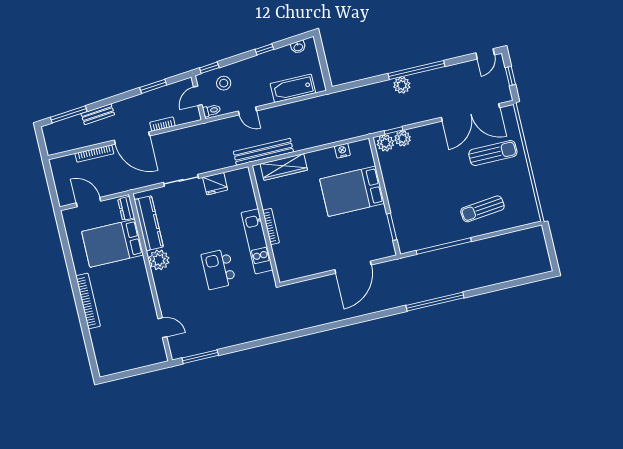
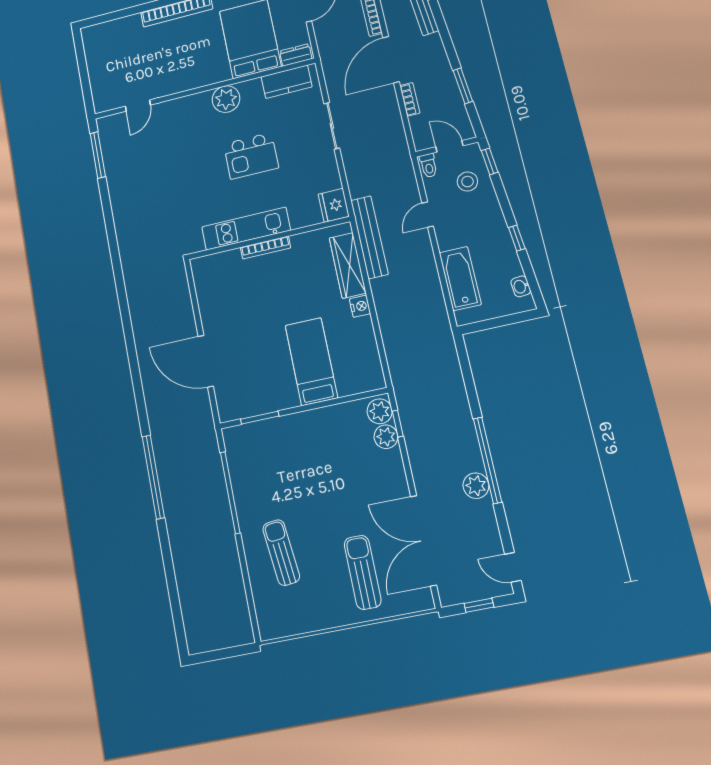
plant: (402, 85) -> (476, 486), moved
nightstand: (342, 151) -> (360, 306), moved
sun lounger: (493, 153) -> (363, 572), turned 180
fridge: (215, 184) -> (334, 205), moved
bed: (352, 191) -> (311, 362), width x0.67
kitchen counter: (149, 223) -> (287, 82), width x0.67
kitchen island: (219, 269) -> (251, 156), moved, turned 180

